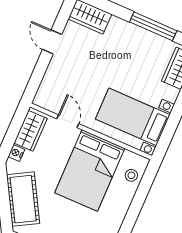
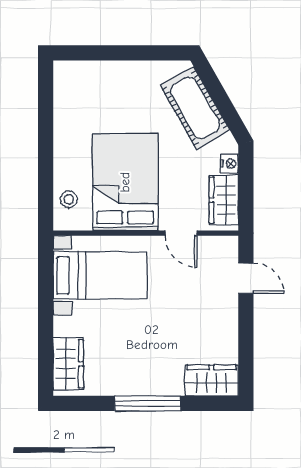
window: (153, 26) -> (148, 403), moved
door: (52, 42) -> (246, 278), moved

